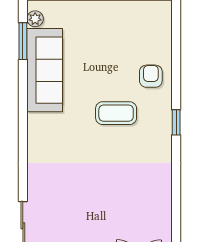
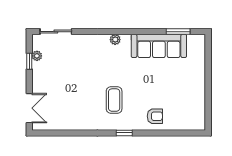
plant: (35, 19) -> (115, 40), moved
coffee table: (116, 113) -> (114, 100), moved

